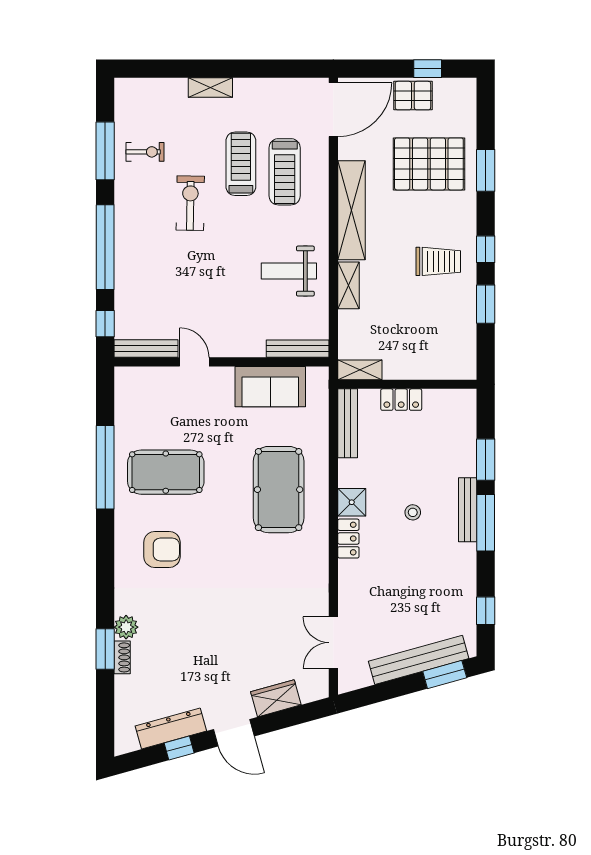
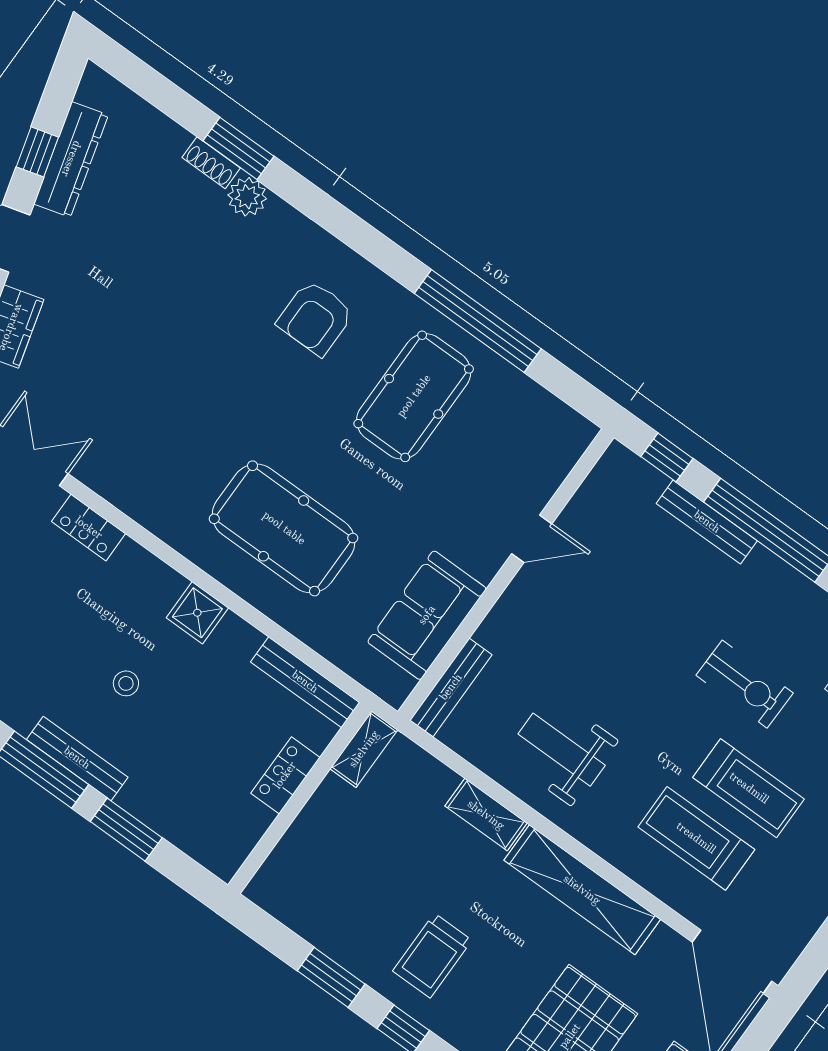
weight bench: (289, 271) -> (562, 750), turned -90
bench: (146, 348) -> (707, 522), moved, turned 90
locker: (348, 539) -> (89, 528), moved

